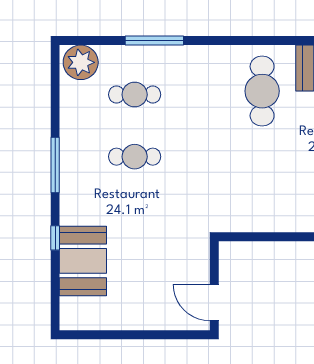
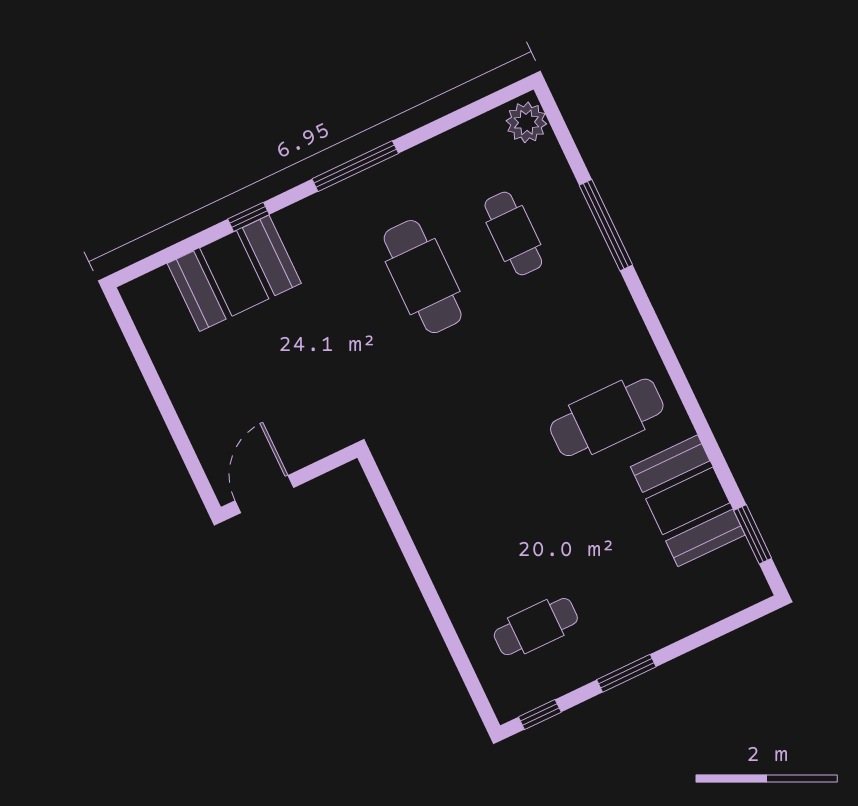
plant: (81, 62) -> (526, 122), width x0.73, depth x0.73
cafe table: (135, 157) -> (423, 277), width x1.37, depth x1.35

